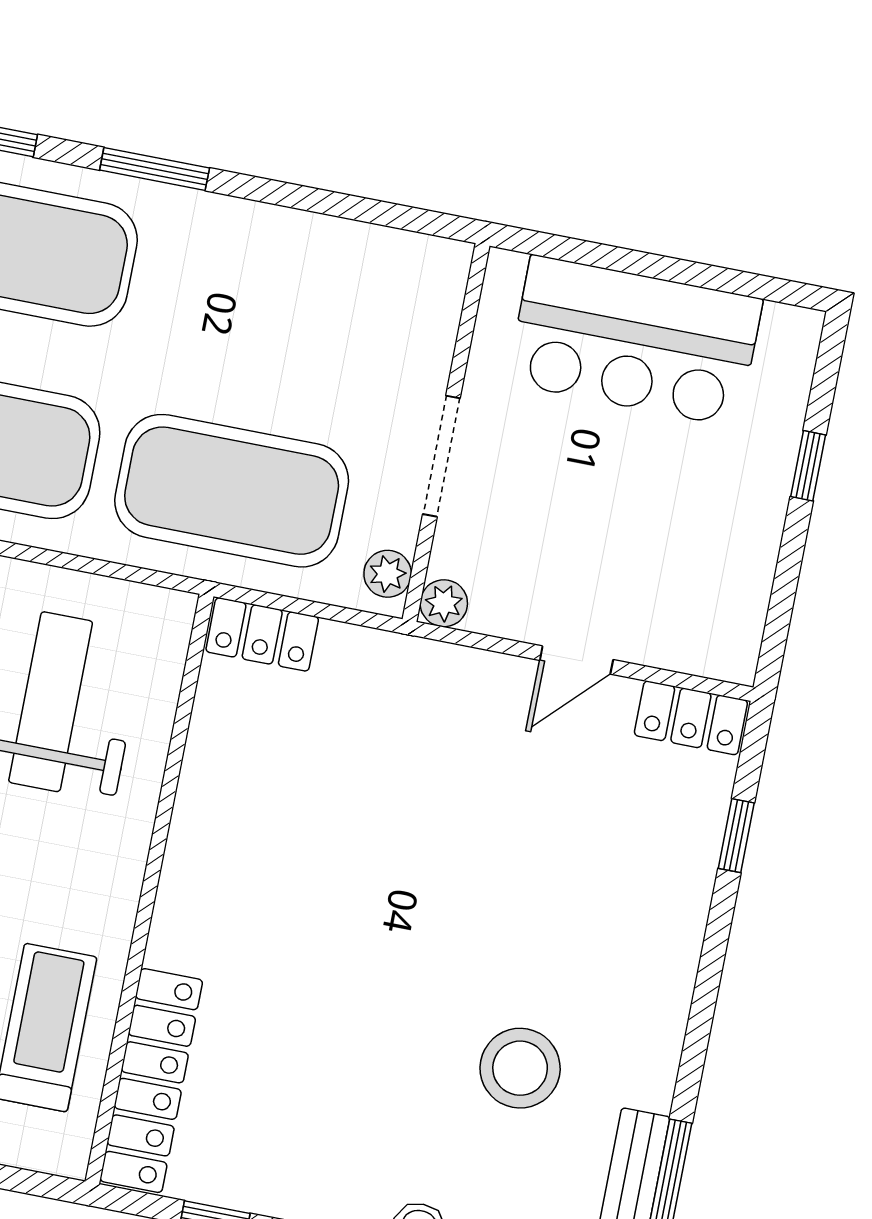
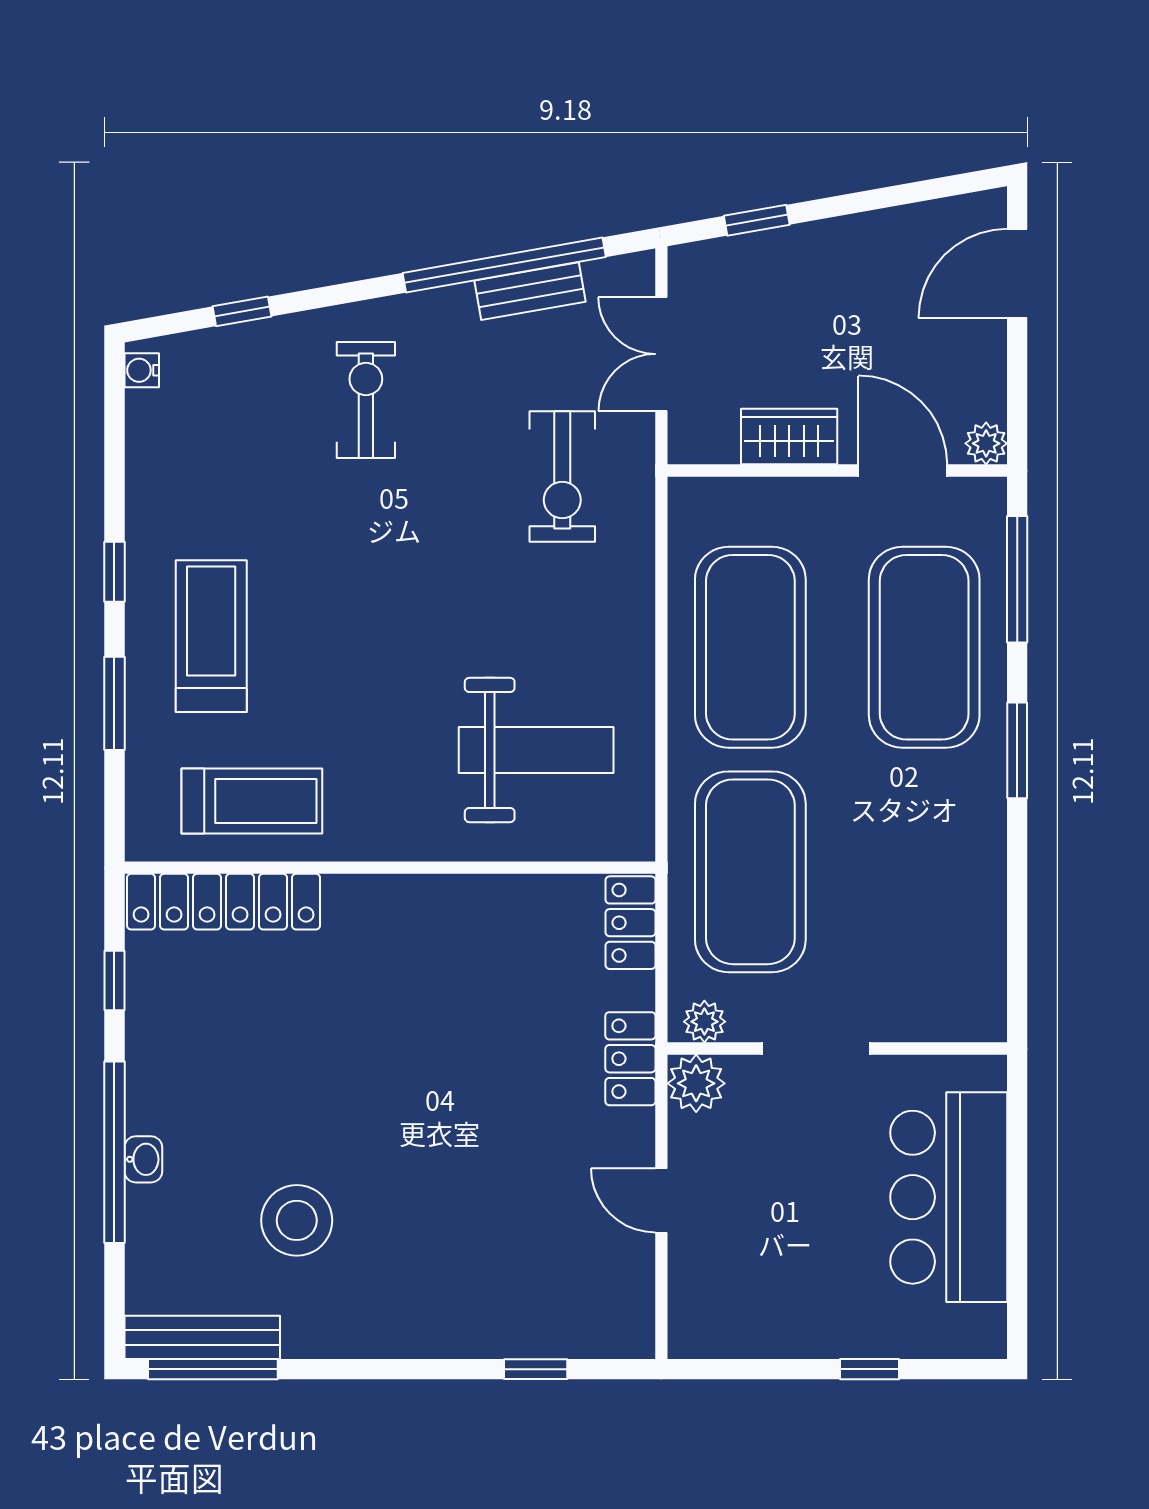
plant: (444, 603) -> (696, 1083), width x1.38, depth x1.38
locker: (691, 718) -> (630, 1059), moved

